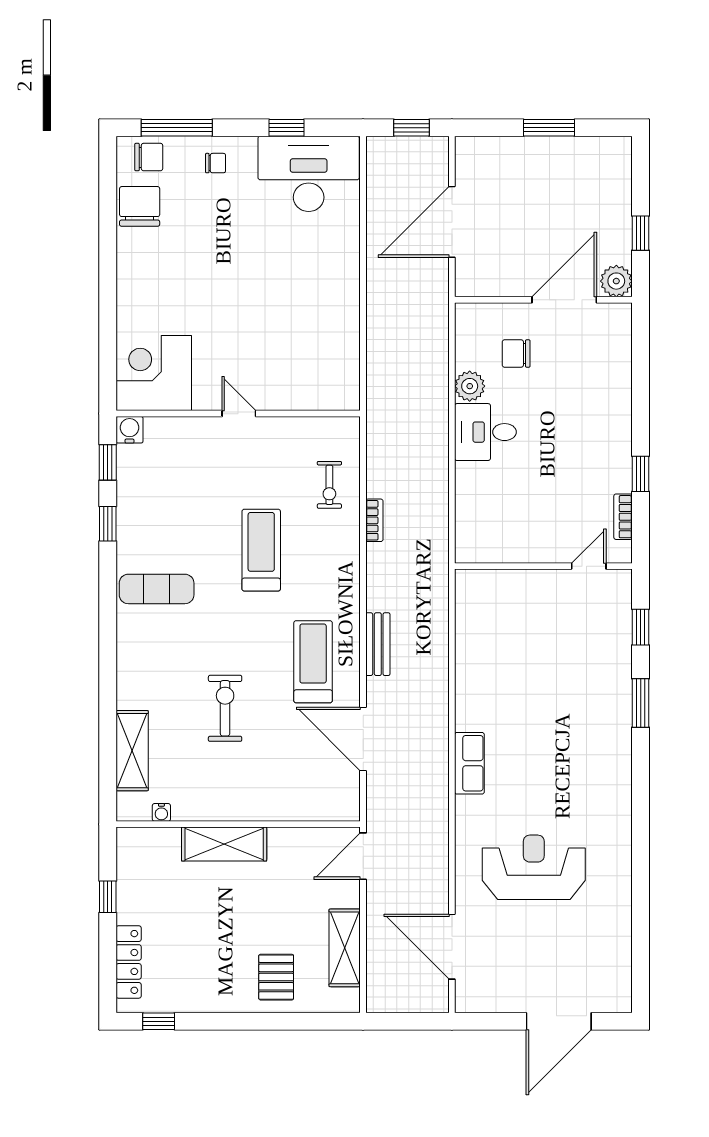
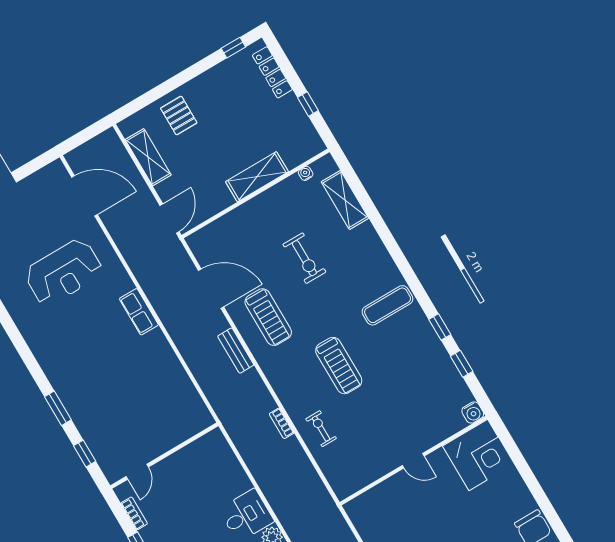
corner desk: (154, 373) -> (478, 455), moved
wall: (238, 414) -> (414, 461), moved
door: (239, 414) -> (413, 461), moved
water cooler: (130, 430) -> (473, 412), moved

